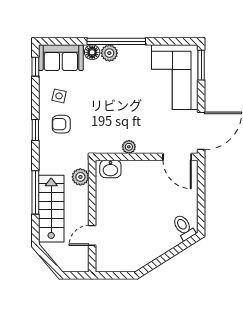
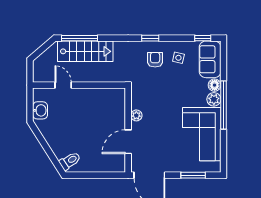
window: (201, 65) -> (193, 175), moved
corner sofa: (175, 77) -> (202, 134), moved, turned -90
door: (177, 157) -> (128, 142), moved
washbasin: (110, 169) -> (40, 110), moved, turned 180
plant: (80, 177) -> (111, 75), removed
window: (35, 192) -> (80, 38), moved

